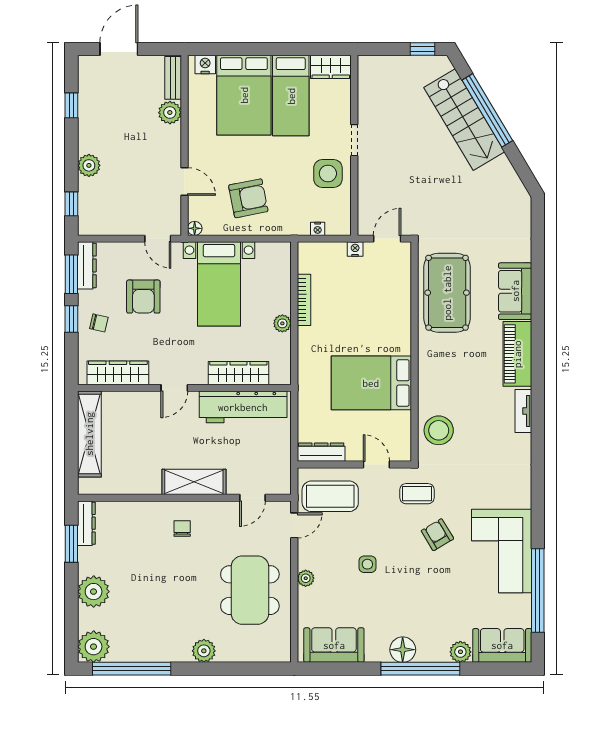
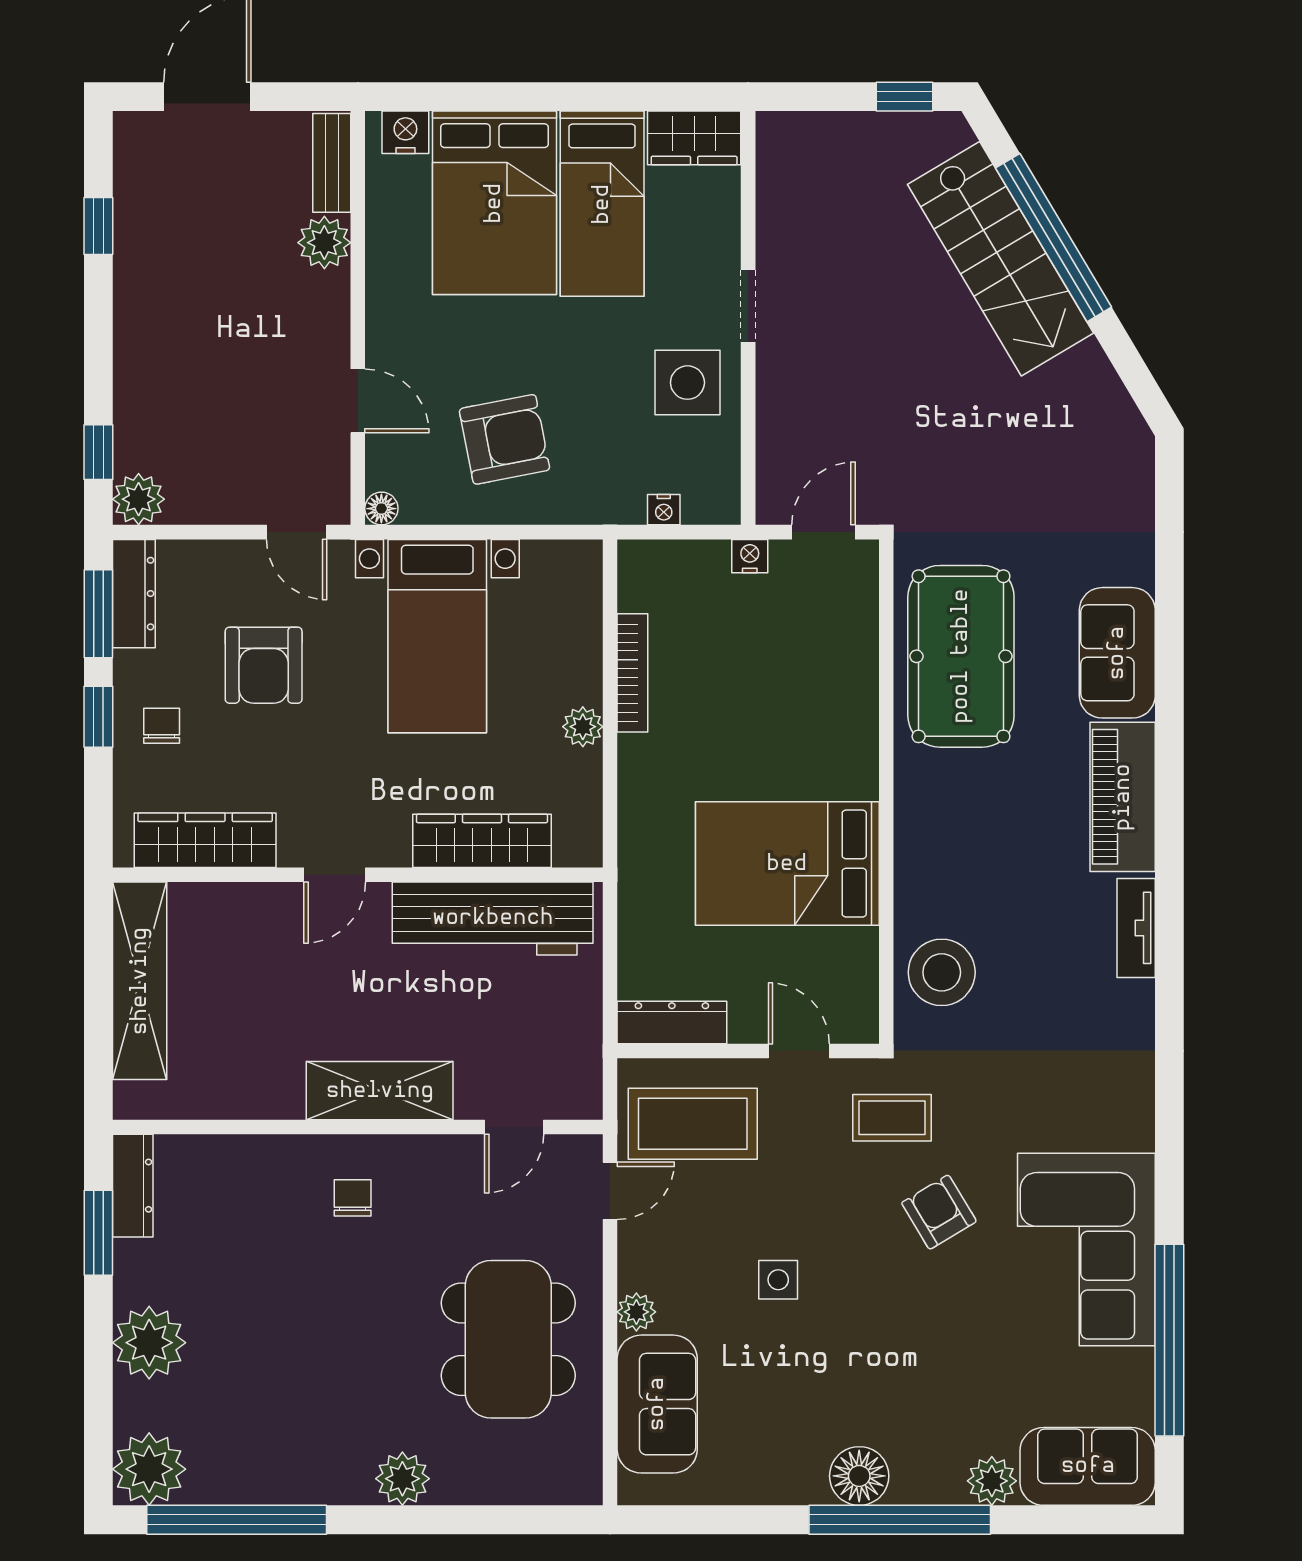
plant: (89, 165) -> (139, 499), moved
chair: (99, 323) -> (162, 726), turned -103
sofa: (334, 645) -> (657, 1404), moved, turned 90

